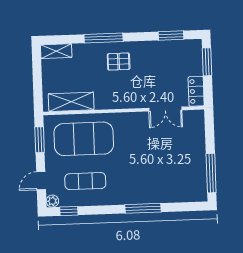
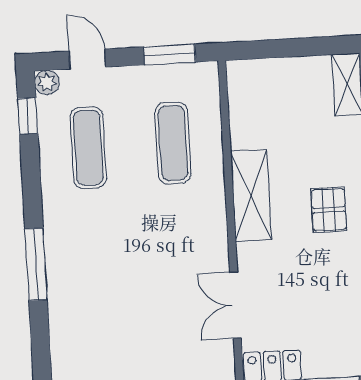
shelving: (71, 102) -> (251, 196), moved
exercise mat: (84, 139) -> (173, 143), width x0.50, depth x0.69

